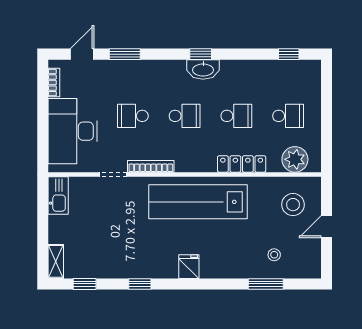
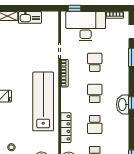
school desk: (185, 116) -> (95, 93), turned 180
window: (43, 150) -> (74, 8), added
kitchen sink: (58, 196) -> (30, 17), moved

